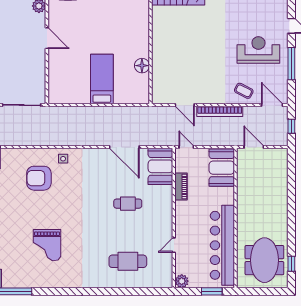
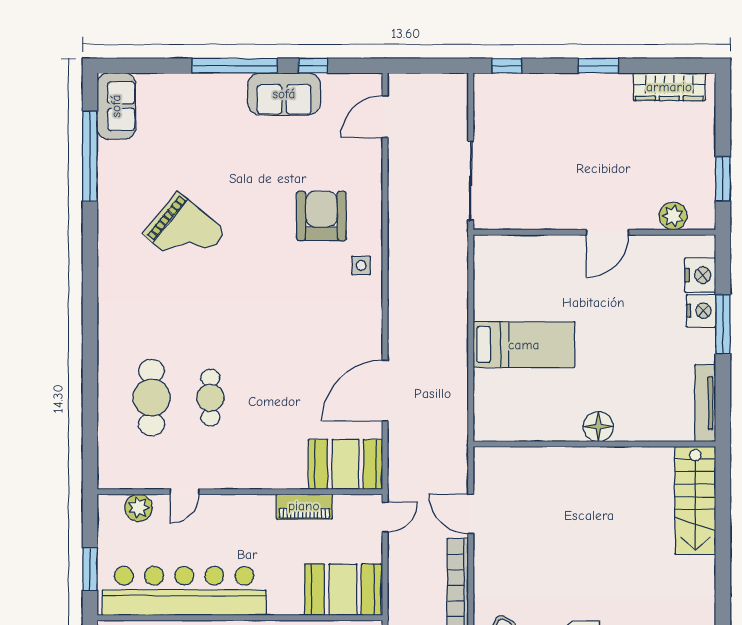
floor lamp: (142, 66) -> (598, 427), moved
door: (185, 105) -> (471, 514), hinge flipped
cafe table: (128, 204) -> (210, 398), moved
grand piano: (47, 245) -> (184, 233), turned -141
door: (174, 245) -> (185, 492), swing flipped
plant: (182, 281) -> (138, 508), moved

